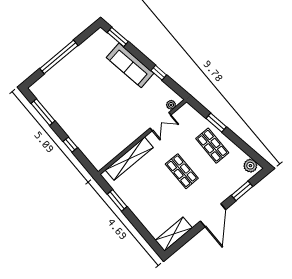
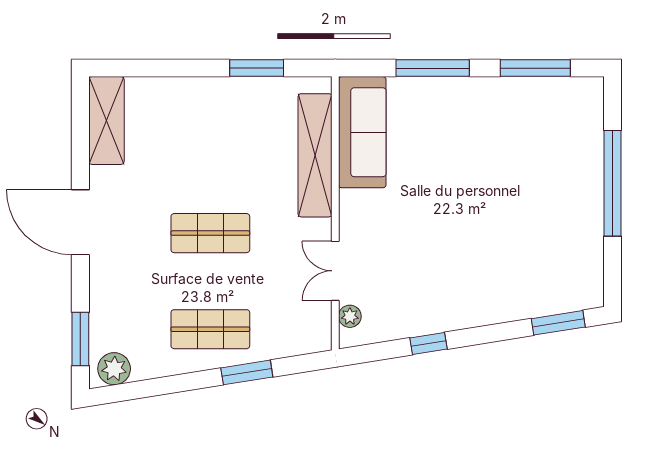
sofa: (130, 65) -> (362, 132), moved, turned 99
window: (70, 145) -> (433, 68), width x2.17
window: (242, 191) -> (80, 339), moved

